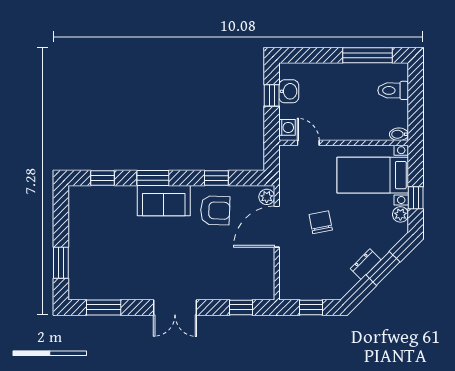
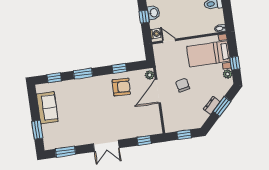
sofa: (164, 201) -> (47, 108), moved, turned -90

